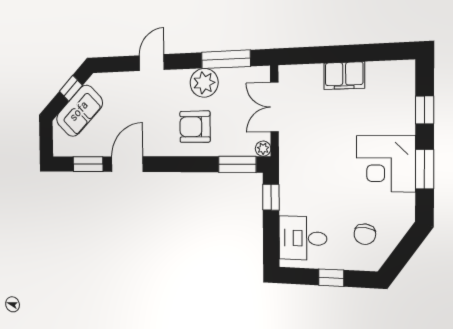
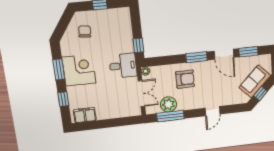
filing cabinet: (344, 76) -> (85, 115), moved
plant: (204, 83) -> (168, 104), moved
door: (127, 164) -> (224, 54), hinge flipped
window: (237, 164) -> (196, 57), moved
desk: (303, 238) -> (123, 66), moved

